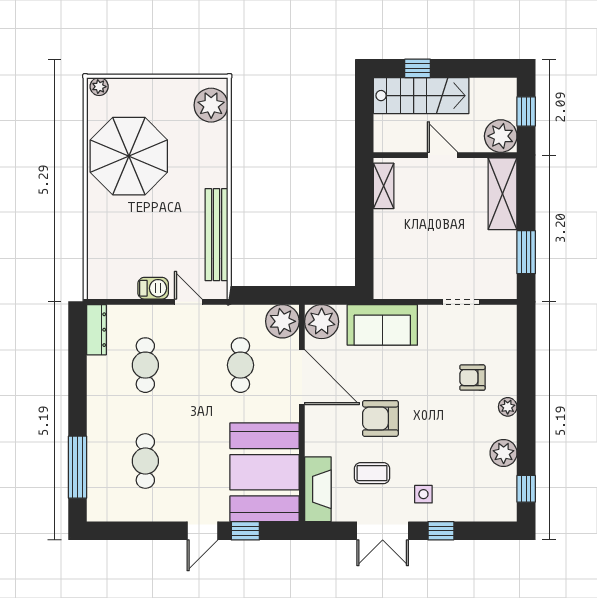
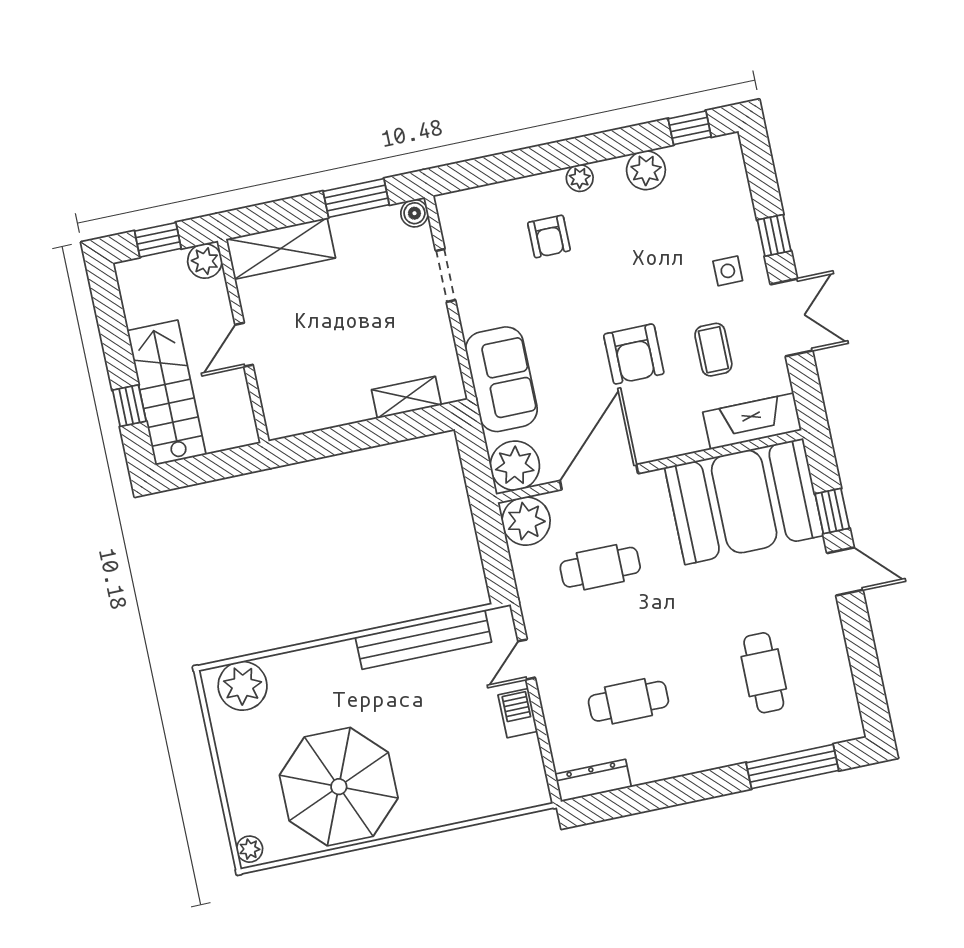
plant: (501, 136) -> (205, 261), width x0.73, depth x0.73
shelving: (384, 186) -> (406, 397), moved
boiler: (507, 290) -> (414, 213), added
cafe table: (145, 461) -> (764, 673), turned 90

